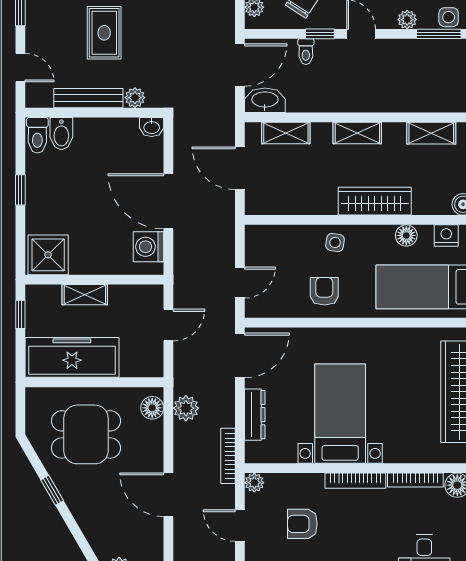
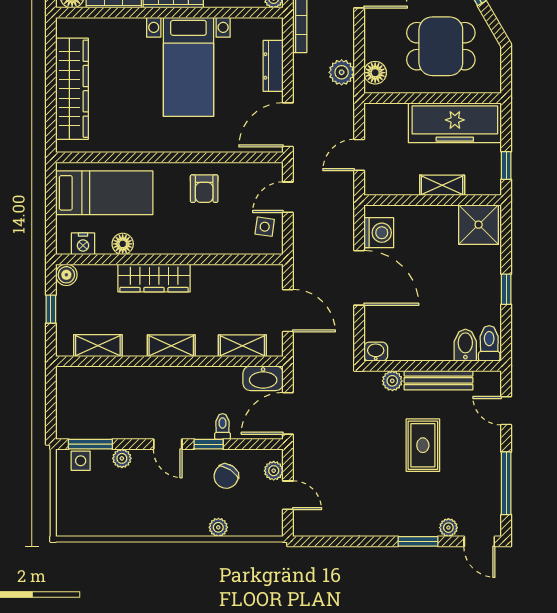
side table: (335, 242) -> (265, 227), moved

